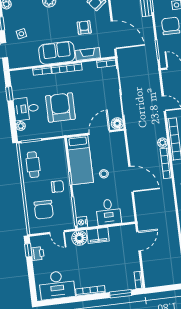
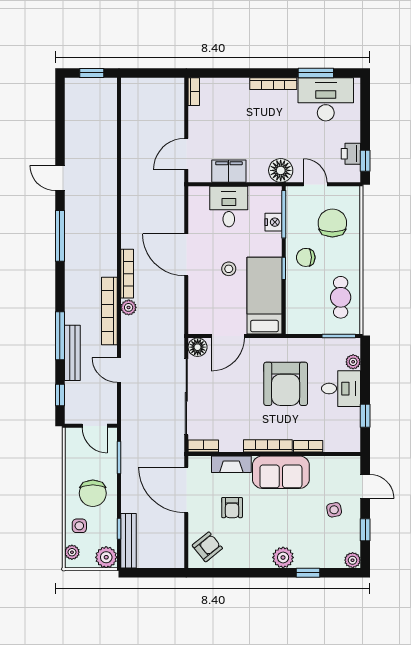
nightstand: (82, 222) -> (273, 222), moved
filing cabinet: (98, 235) -> (229, 171), moved
window: (121, 294) -> (316, 73), moved

